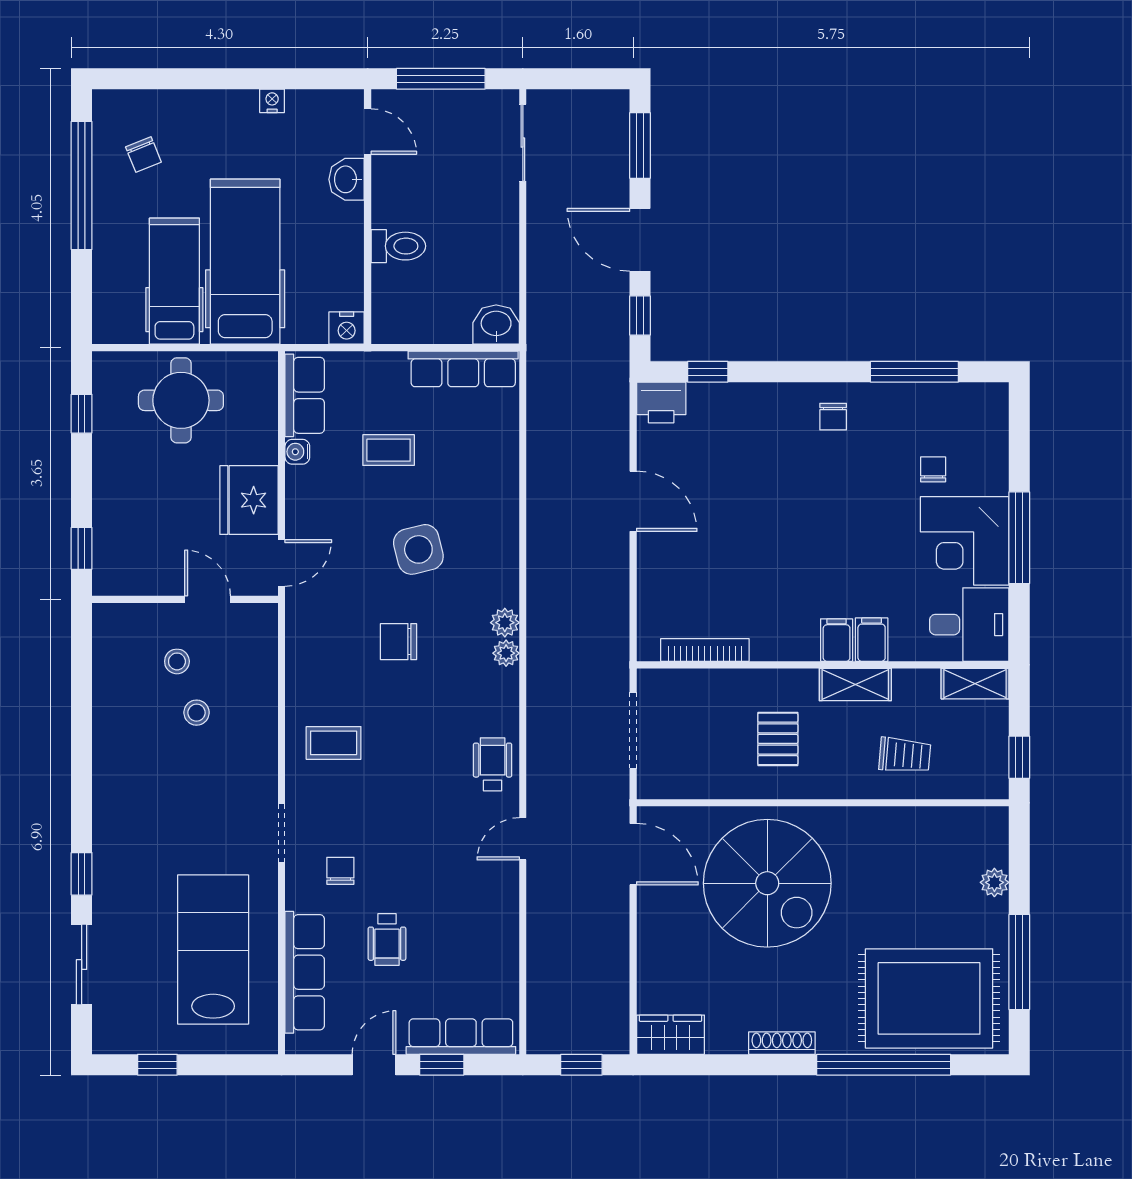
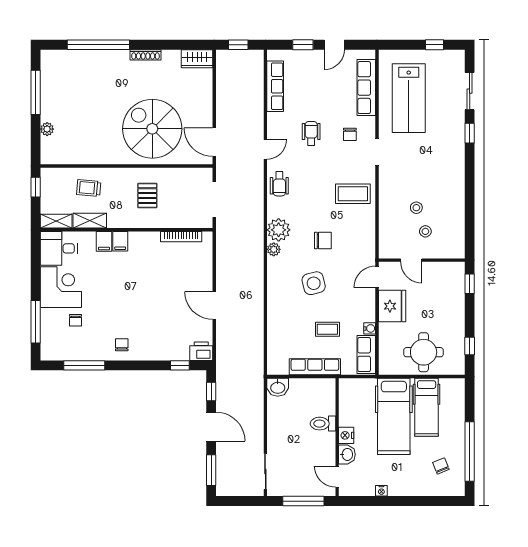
nightstand: (347, 328) -> (346, 435), moved, turned -90
row of seats: (463, 369) -> (315, 367), moved
window: (1019, 538) -> (36, 322), moved
plant: (506, 653) -> (279, 230), width x1.87, depth x1.87
shelving: (855, 684) -> (90, 221), moved
coffee table: (334, 743) -> (353, 194), width x1.36, depth x1.30
wheelchair: (387, 940) -> (311, 133), moved
rug: (929, 998) -> (77, 75), removed
row of seats: (461, 1037) -> (275, 86), moved, turned -90

